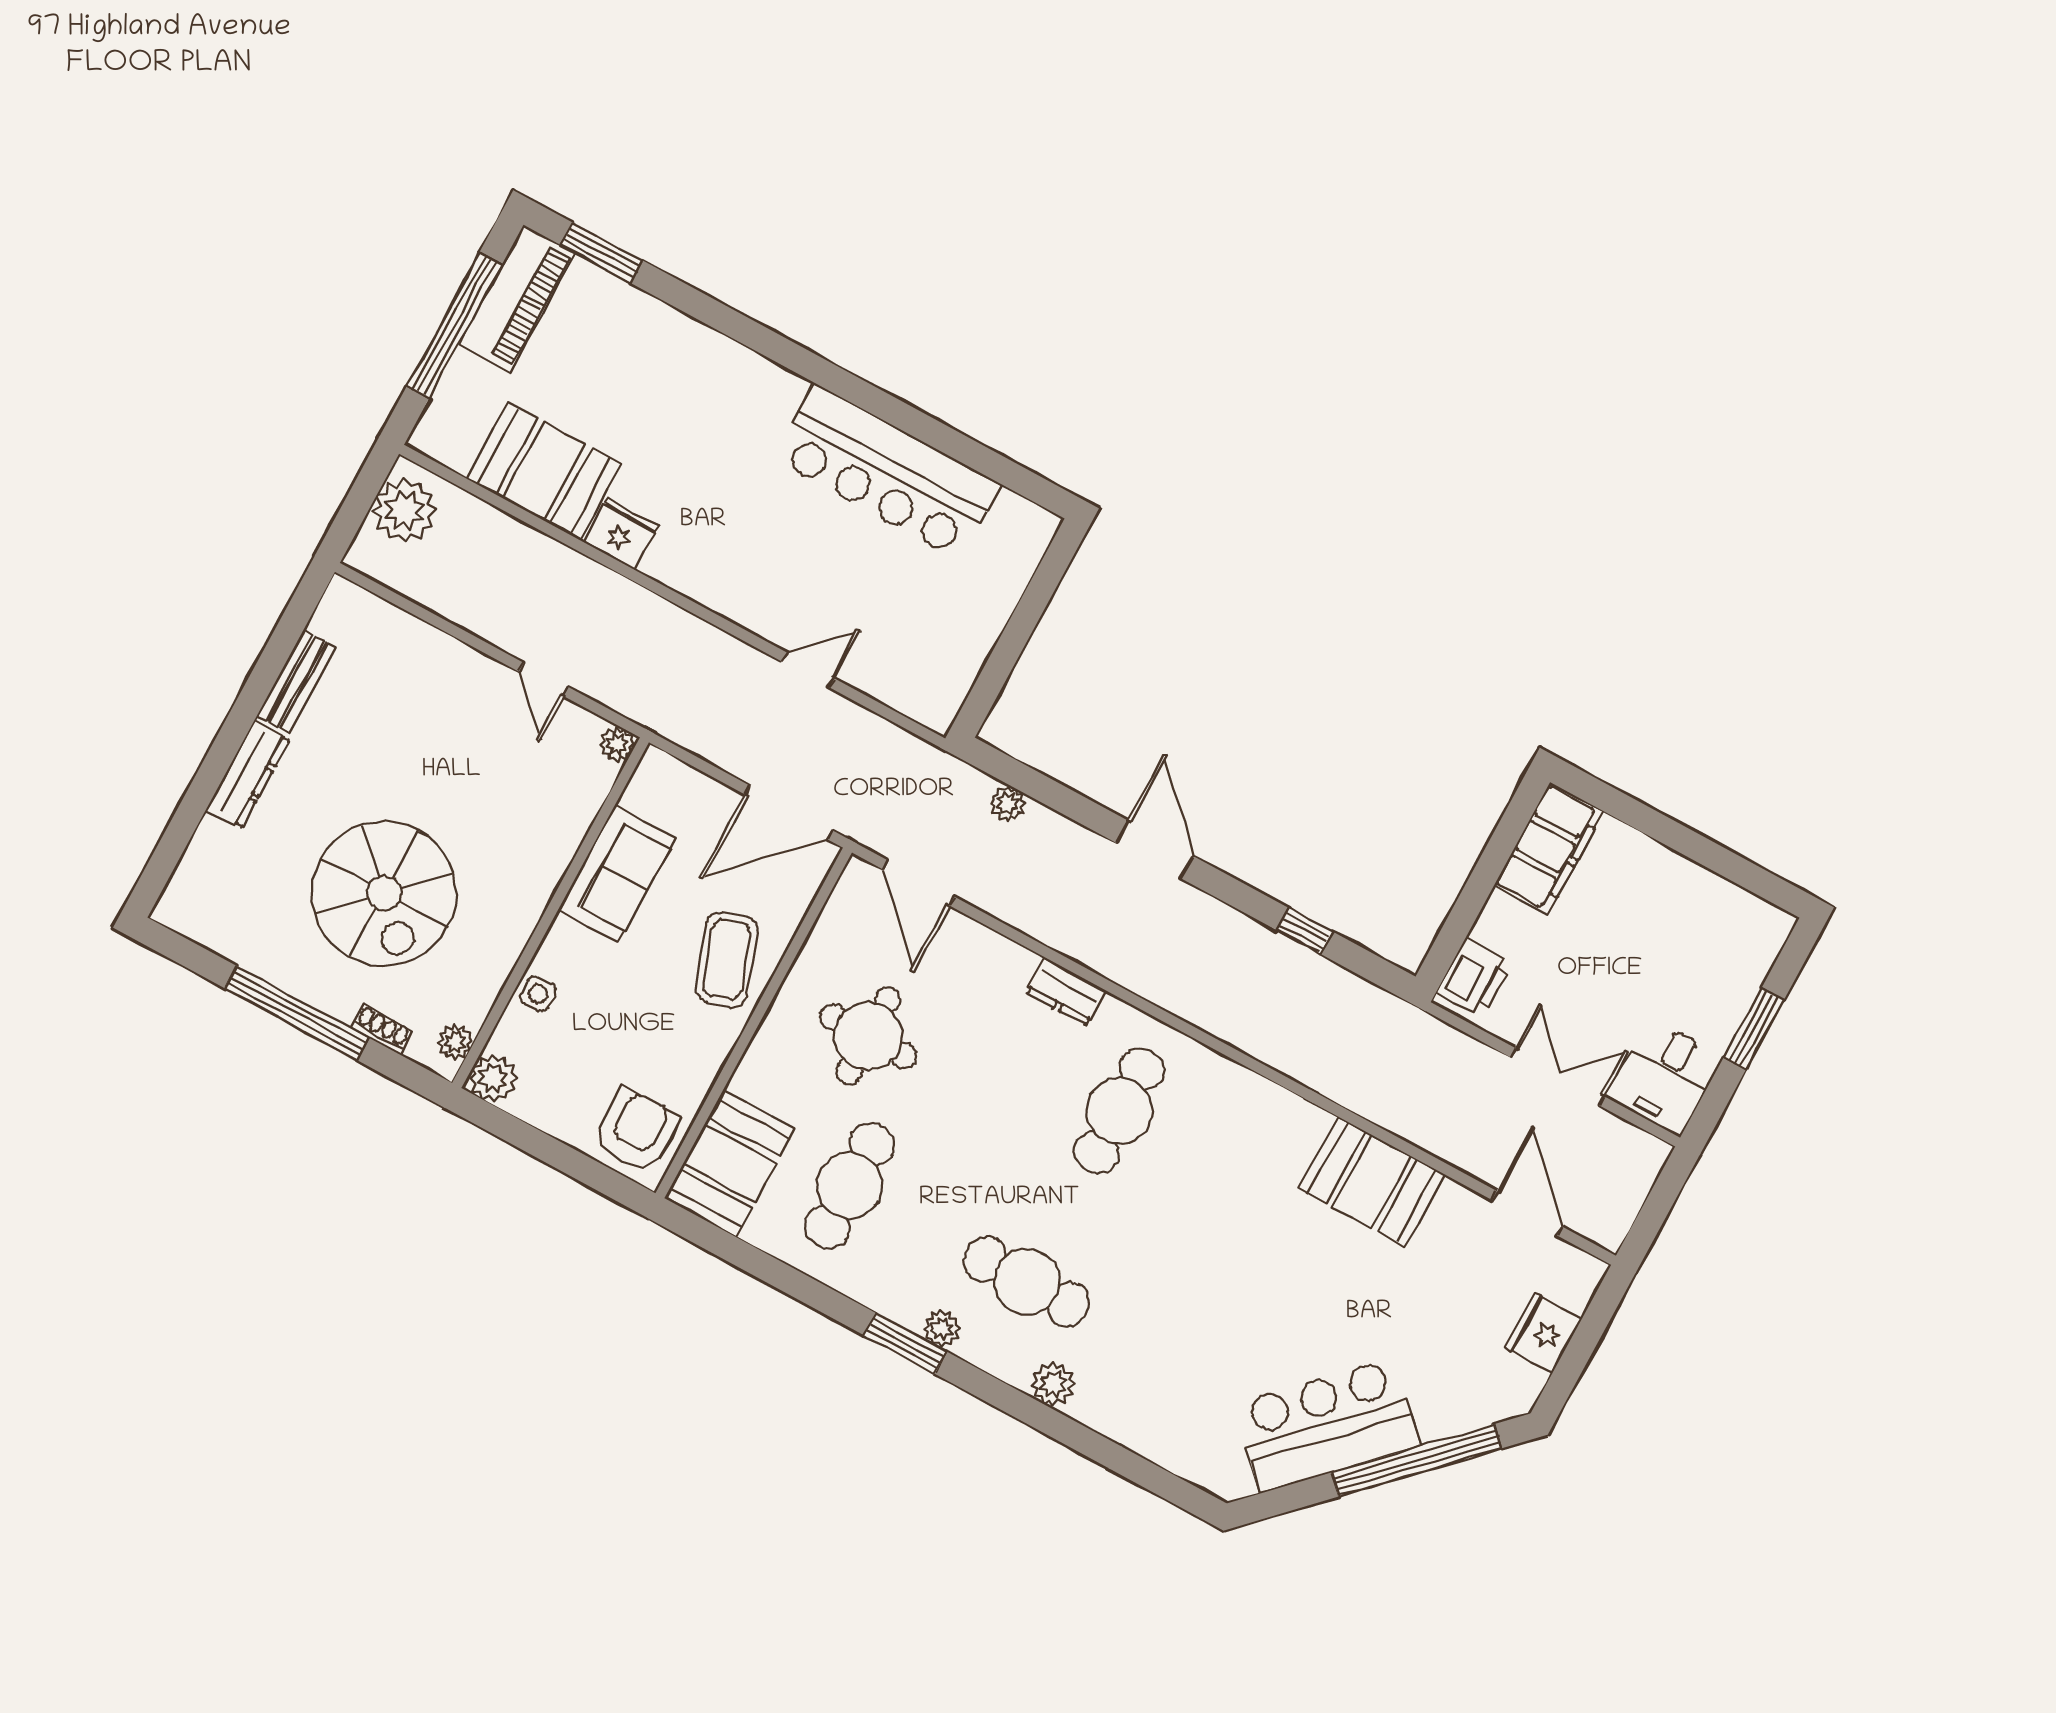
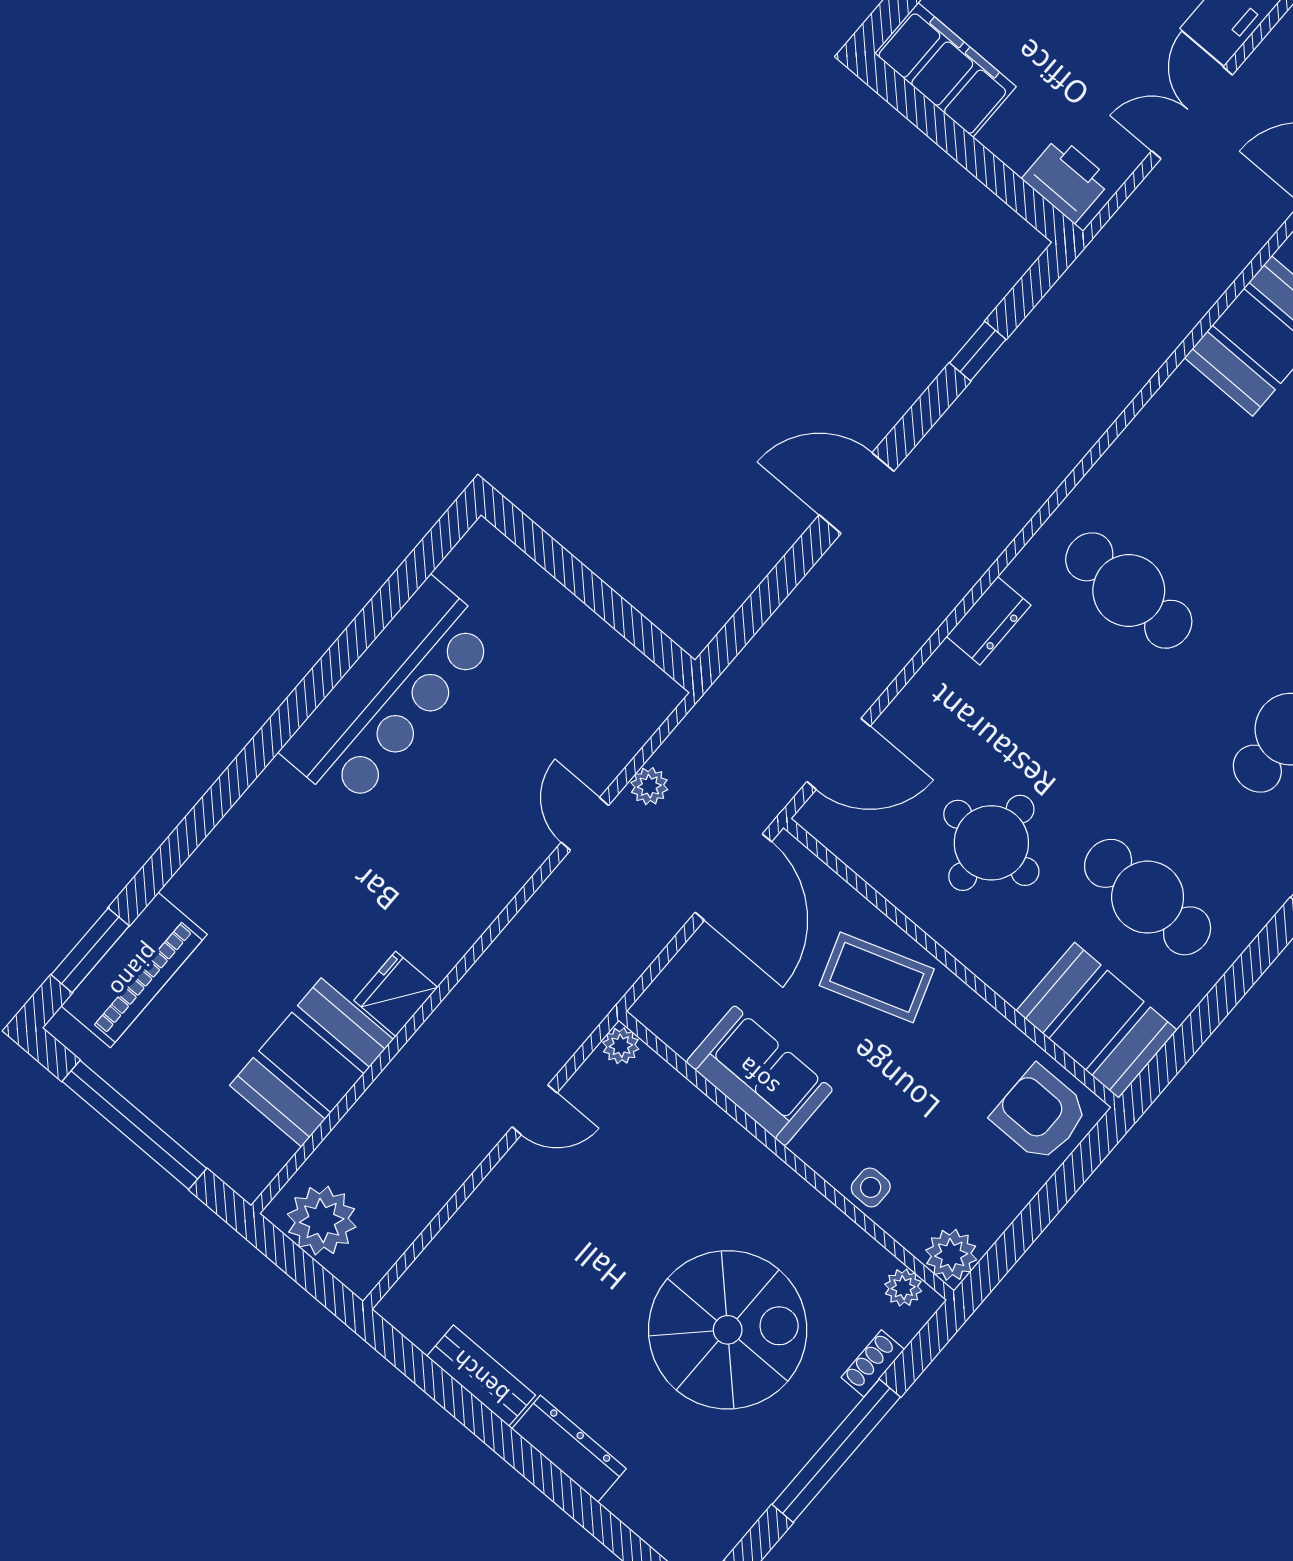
piano: (517, 299) -> (134, 970), moved, turned 90
plant: (1008, 804) -> (649, 786), moved

